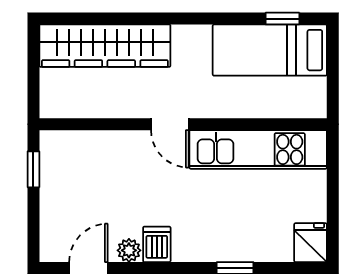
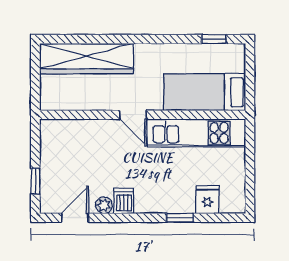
bed: (270, 50) -> (205, 92), moved
window: (33, 169) -> (35, 181), moved
fridge: (311, 243) -> (207, 200), moved

